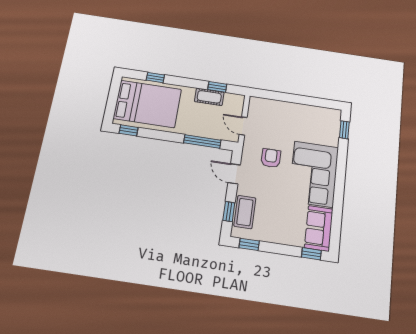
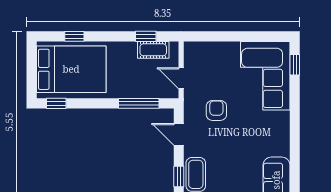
cot: (209, 97) -> (153, 50), moved
corner sofa: (314, 174) -> (265, 76), moved

